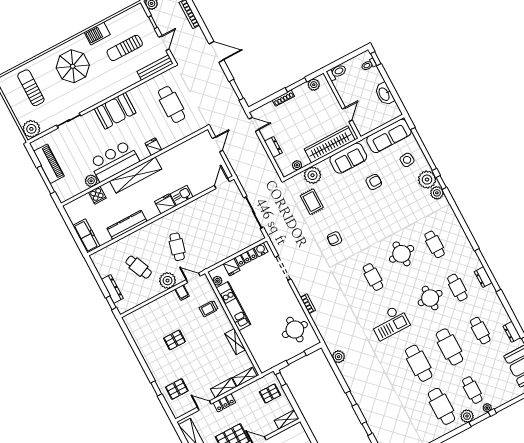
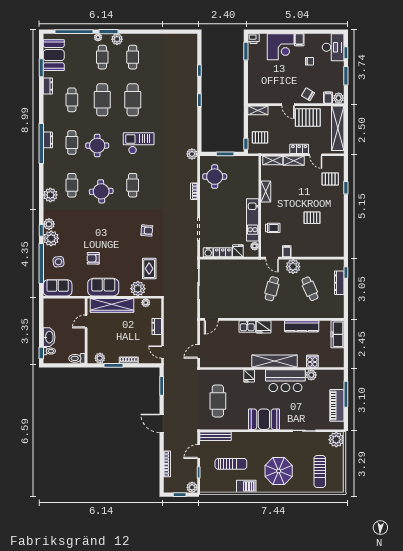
washbasin: (384, 94) -> (49, 337), moved
sofa: (389, 136) -> (58, 288), width x0.73
plant: (451, 223) -> (50, 195), added
plant: (339, 357) -> (192, 154), moved
cafe table: (442, 406) -> (133, 57), width x0.73, depth x0.74

